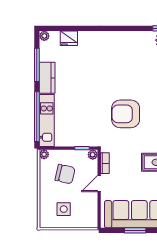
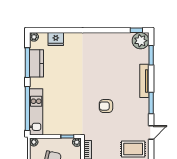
kitchen counter: (47, 78) -> (36, 63), moved
armchair: (126, 114) -> (106, 106), width x0.53, depth x0.53

